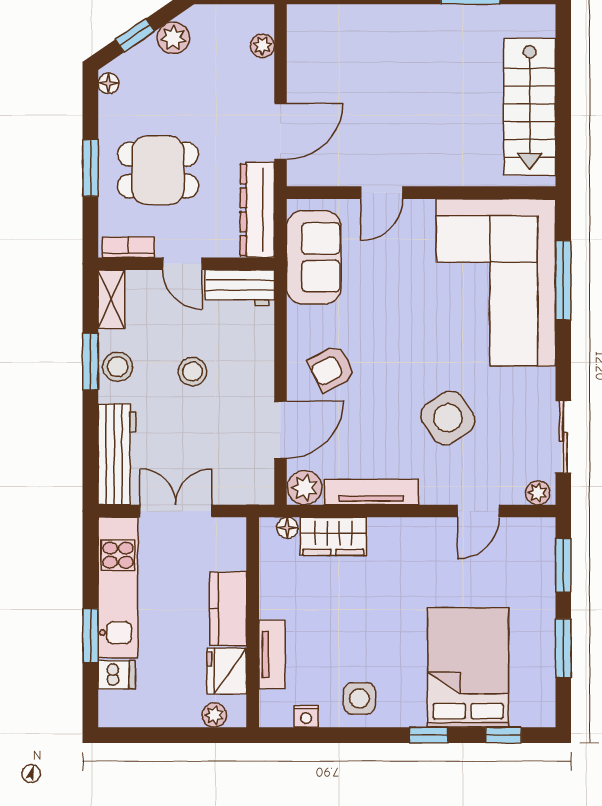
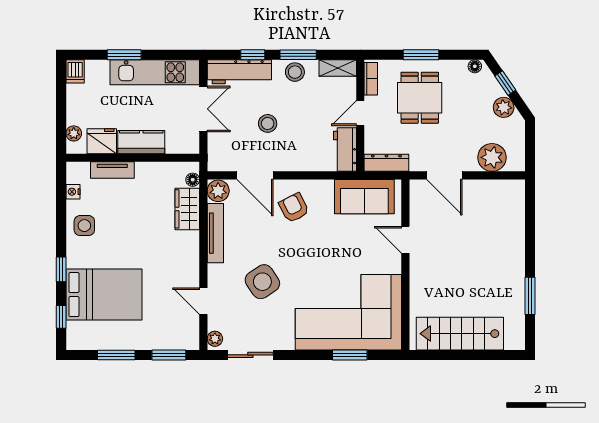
plant: (262, 46) -> (492, 157), width x1.88, depth x1.88
dresser: (257, 210) -> (386, 163), width x0.73, depth x0.80
window: (563, 280) -> (350, 355), width x0.69
stool: (192, 372) -> (268, 123), moved
window: (90, 433) -> (253, 55), added
dishwasher: (117, 675) -> (75, 71), moved

